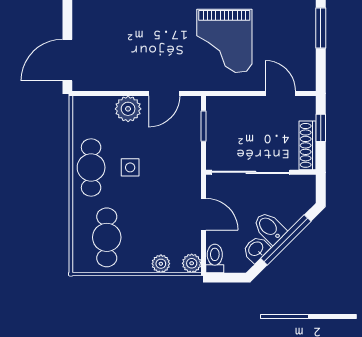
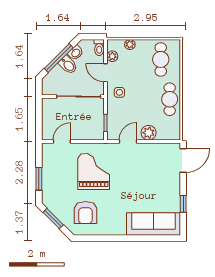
door: (280, 93) -> (62, 141), swing flipped
window: (321, 128) -> (39, 122), removed
shoe rack: (308, 145) -> (46, 112), removed
side table: (130, 167) -> (119, 92), moved
plant: (192, 263) -> (112, 56), moved

